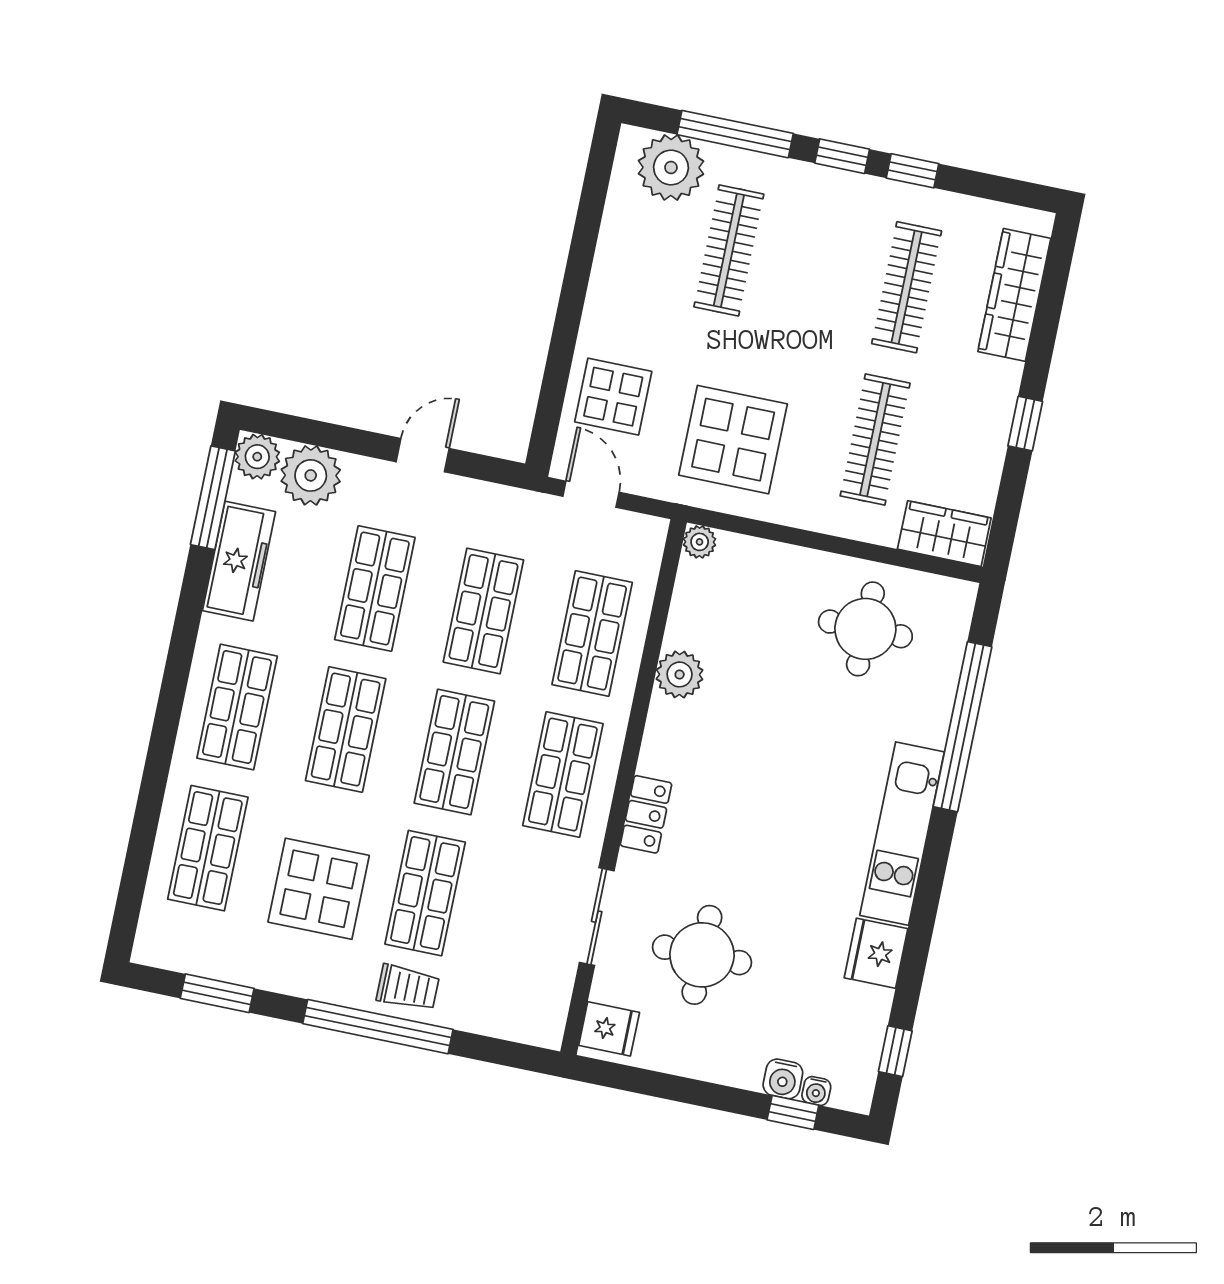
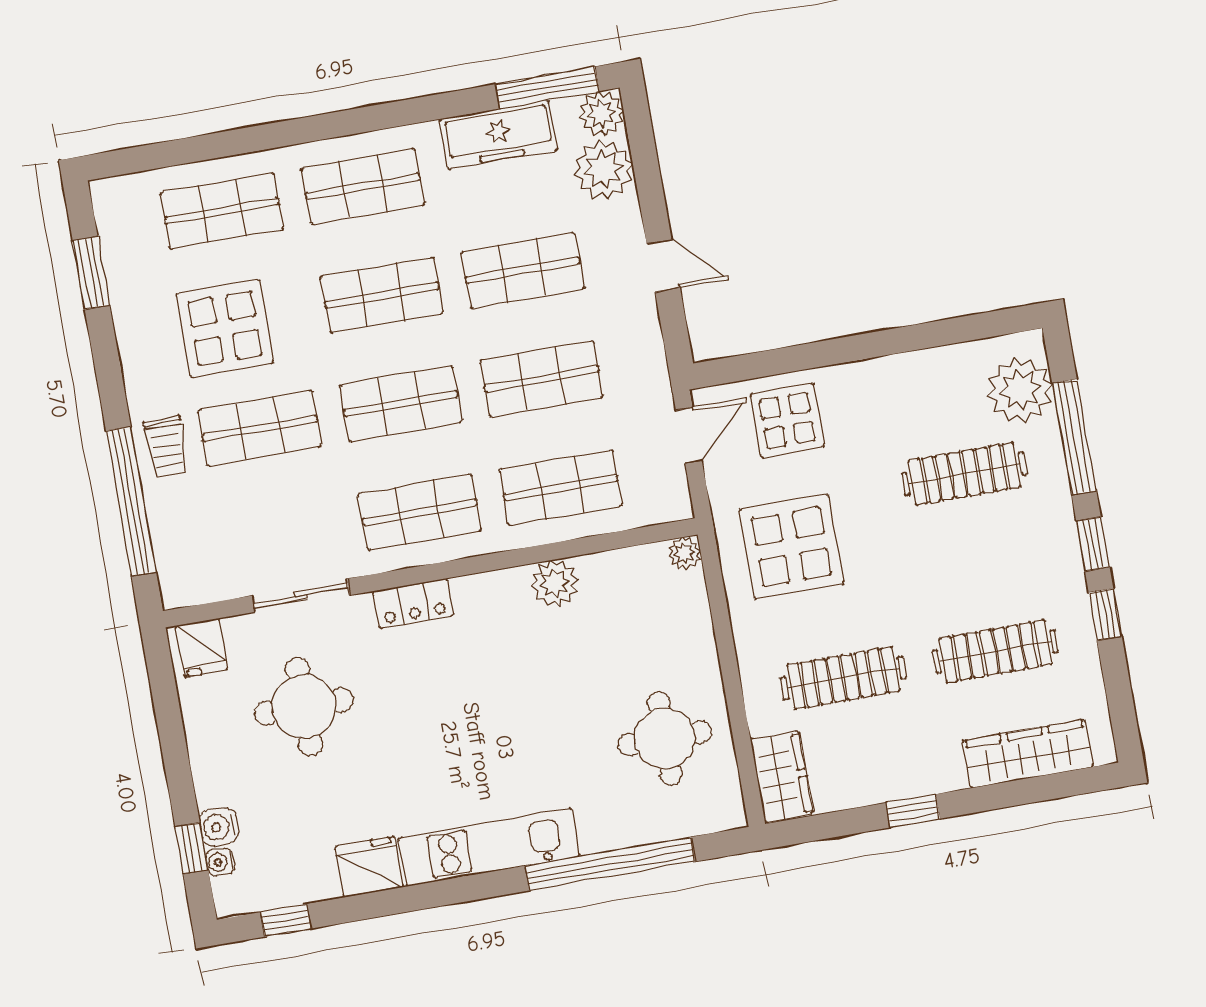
window: (378, 1027) -> (131, 501), moved

